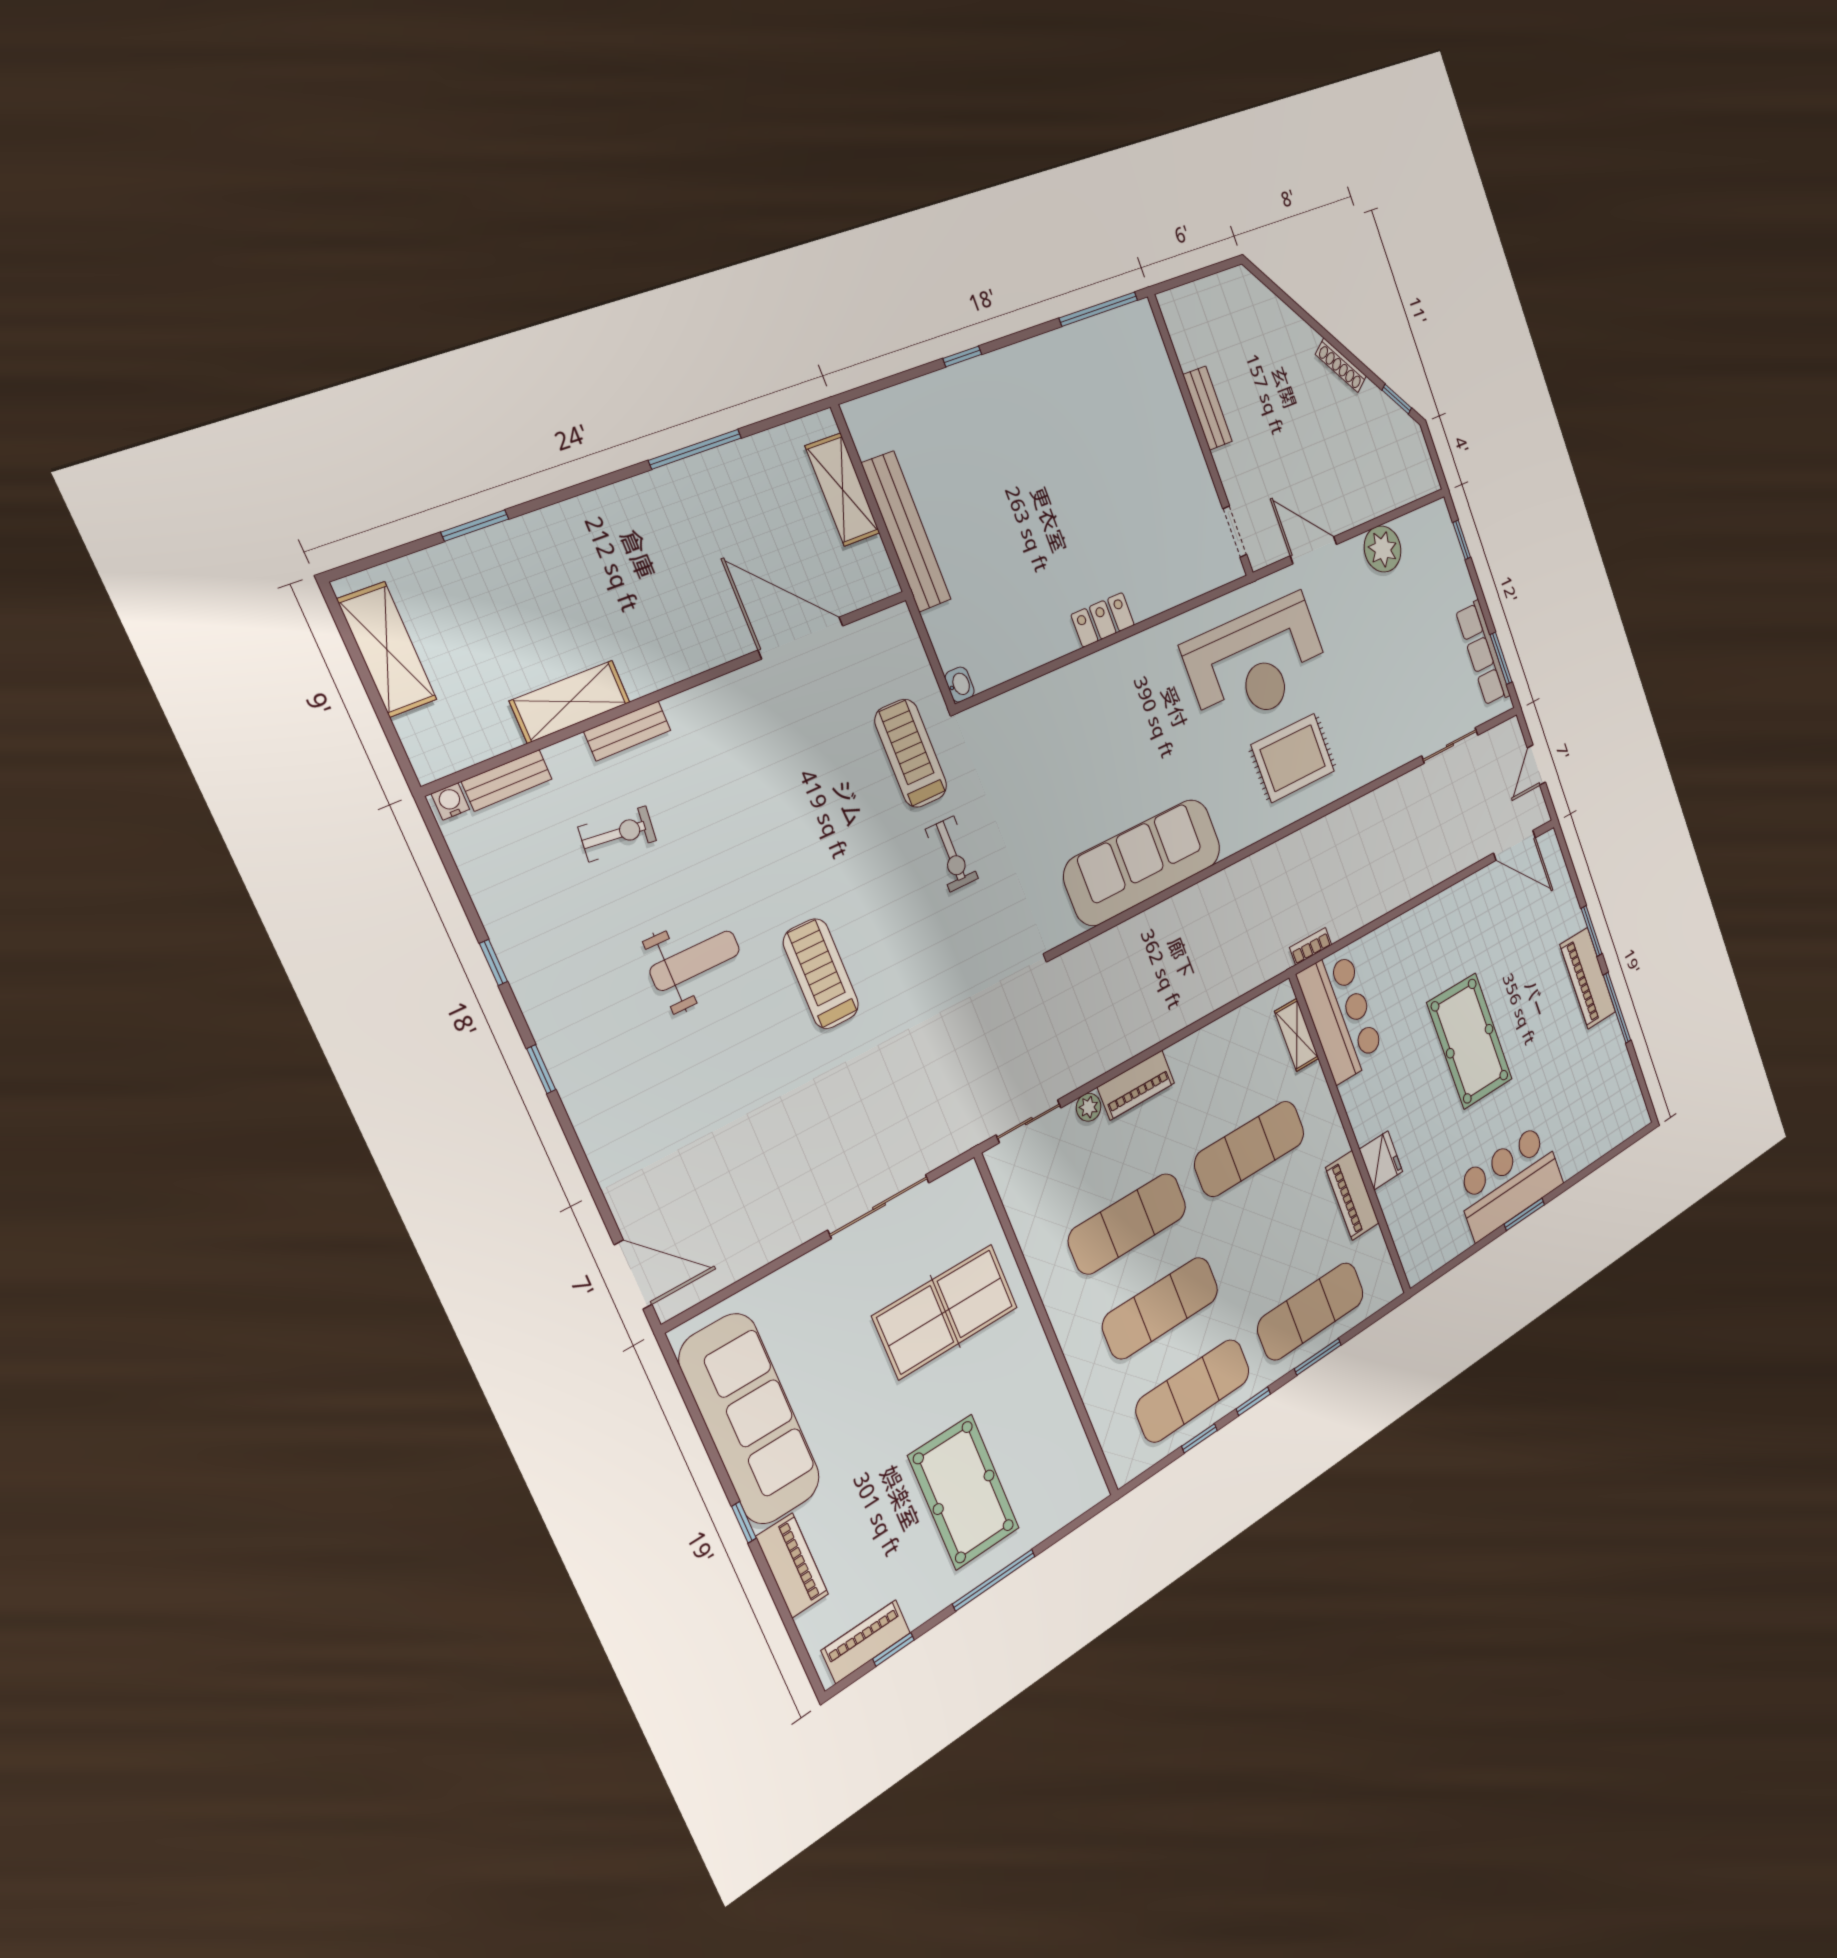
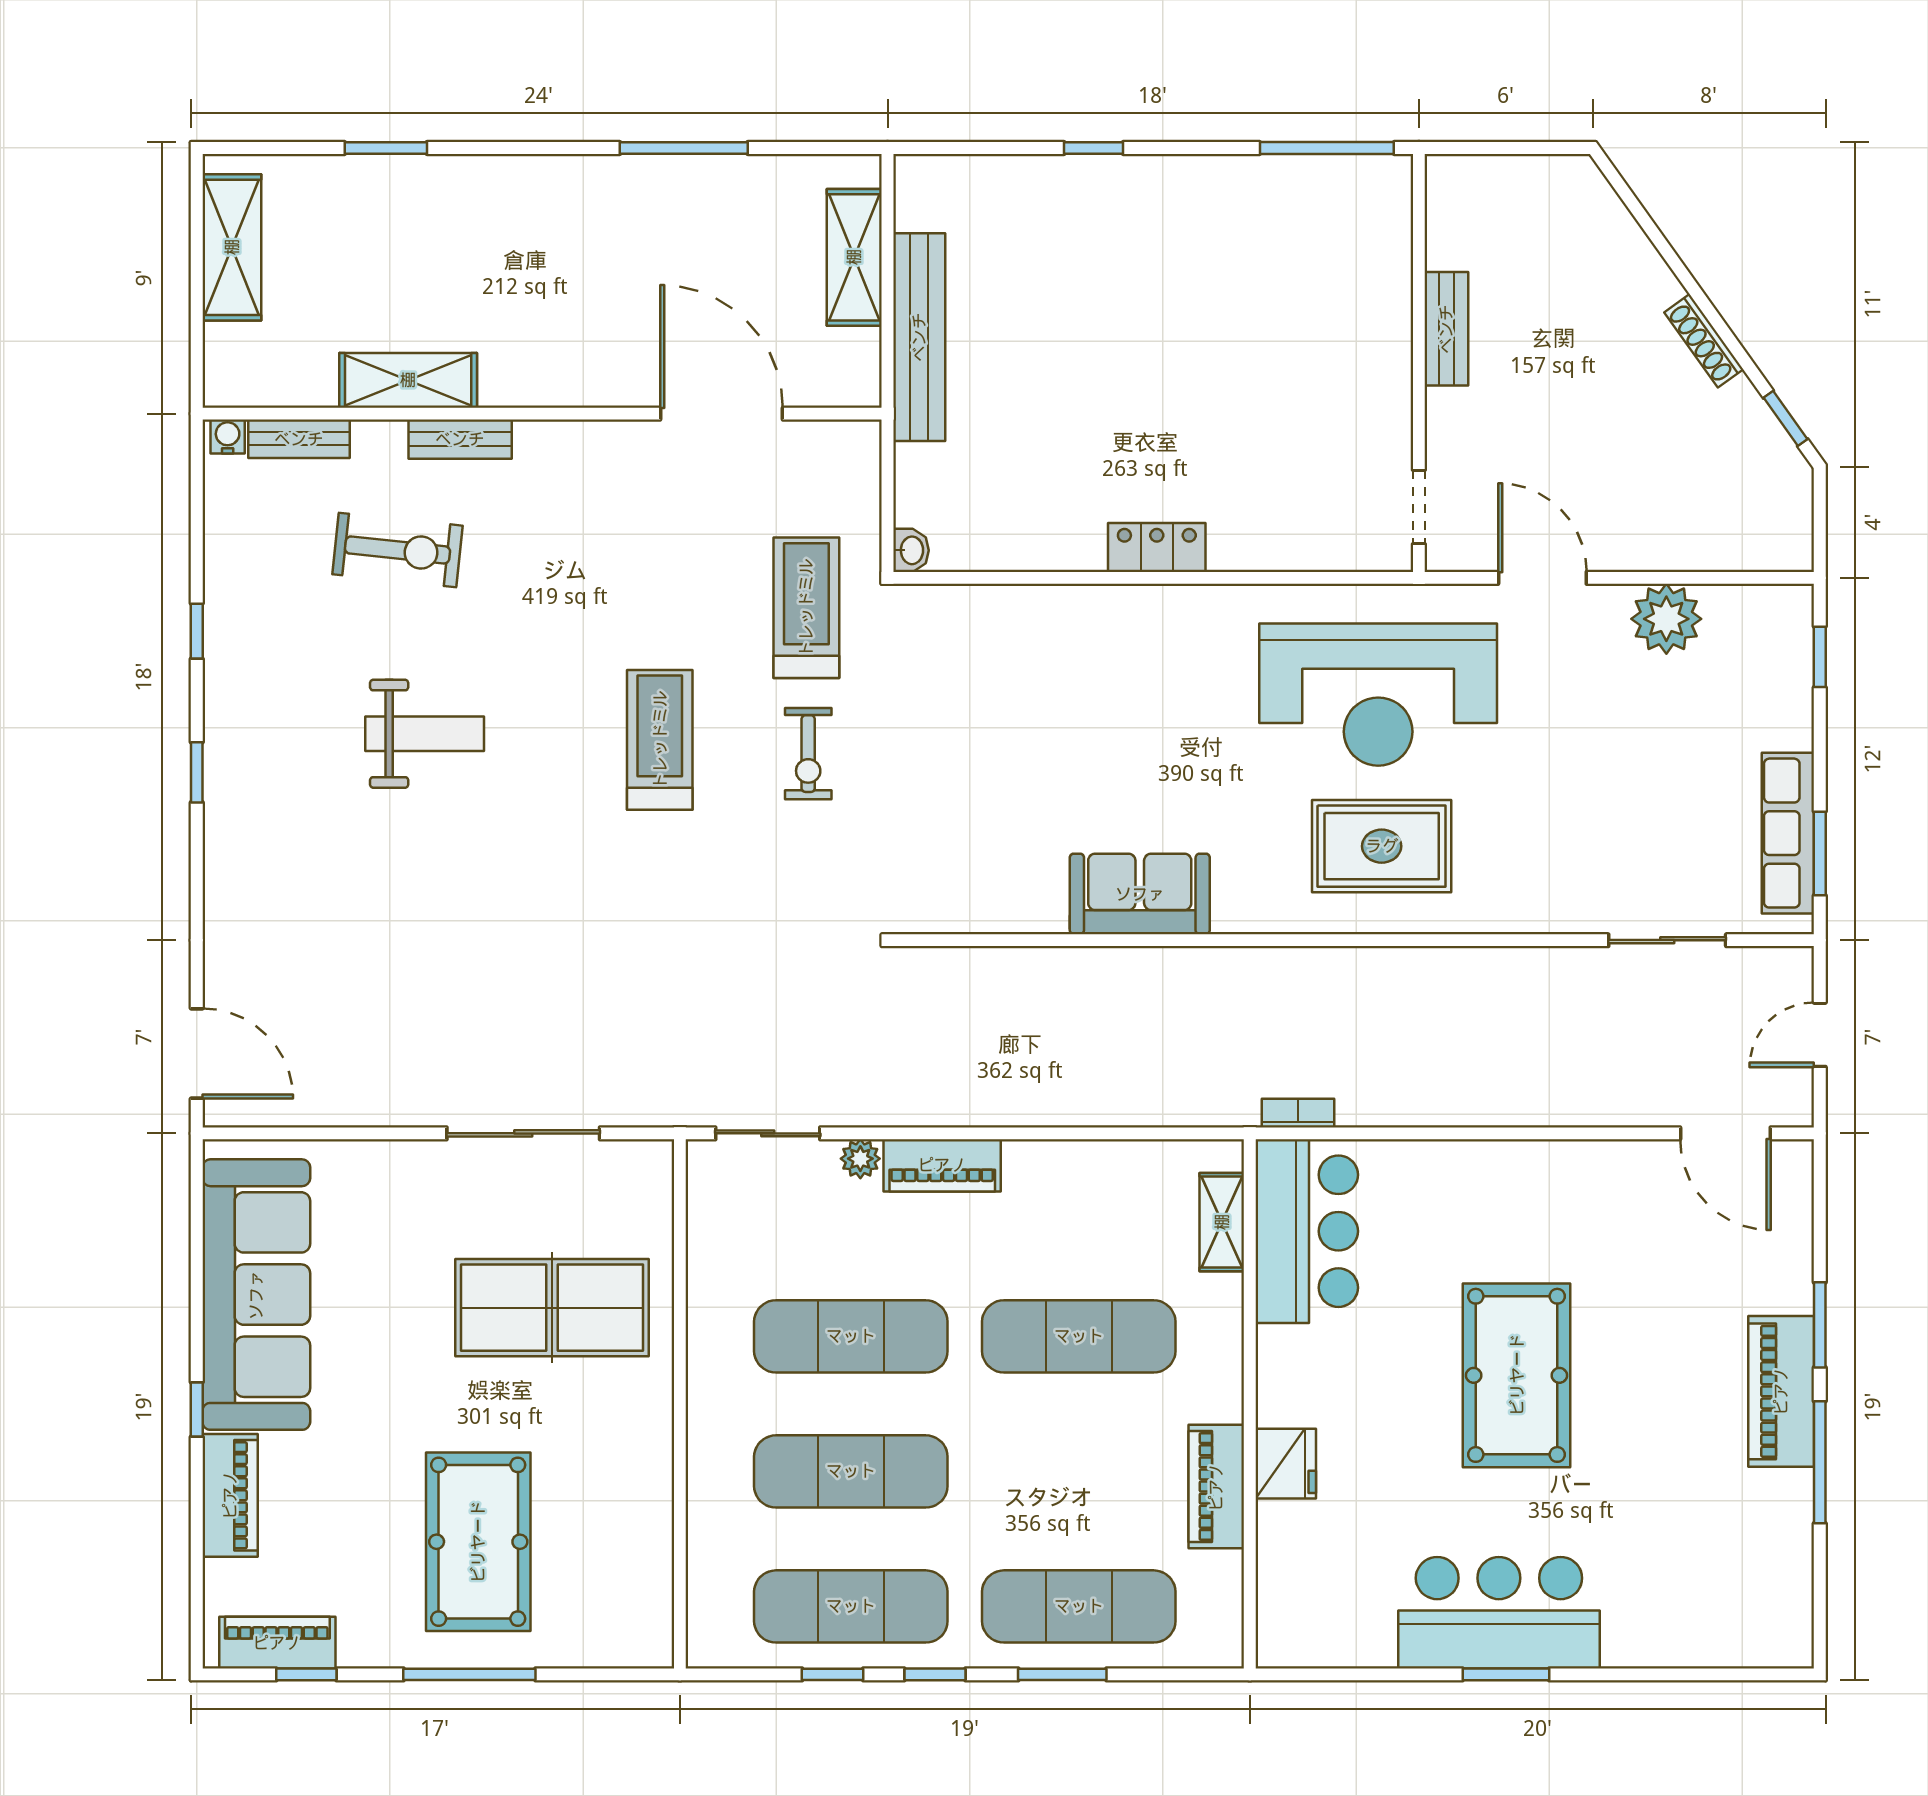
exercise bike: (617, 834) -> (398, 550), width x1.38, depth x1.39
sofa: (1143, 862) -> (1140, 894), width x0.54, depth x0.79
treadmill: (821, 974) -> (660, 740), moved

